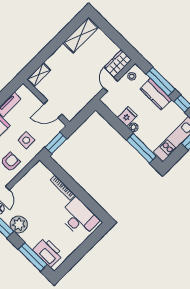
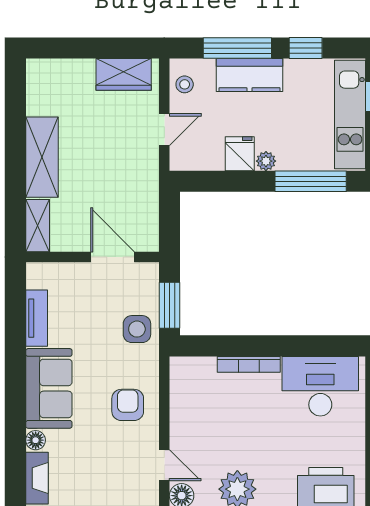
shelving: (81, 35) -> (42, 157), moved
wardrobe: (118, 63) -> (124, 74), moved, turned -90
door: (111, 84) -> (164, 130), swing flipped
door: (53, 109) -> (113, 257), swing flipped
side table: (26, 140) -> (137, 329), moved

